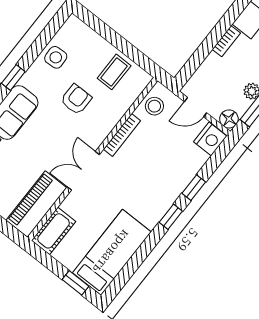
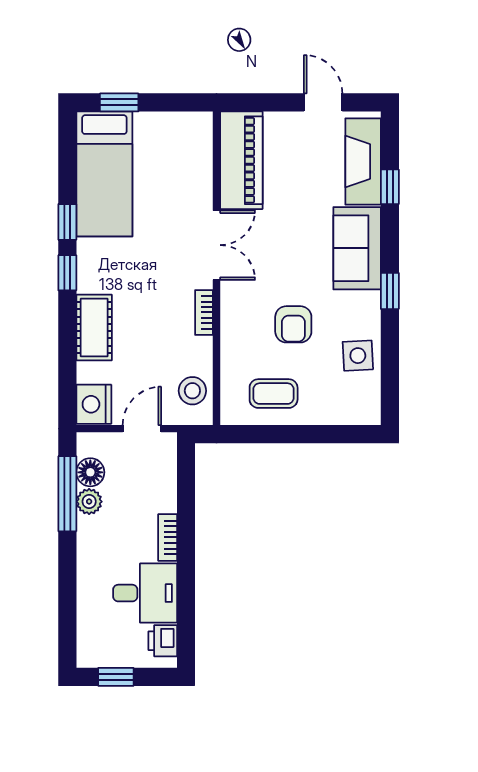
coffee table: (114, 72) -> (274, 394), turned 90
floor lamp: (229, 119) -> (90, 472), moved
bookcase: (122, 135) -> (204, 312), width x0.64
window: (194, 188) -> (67, 222), moved
cot: (54, 231) -> (94, 328), moved

